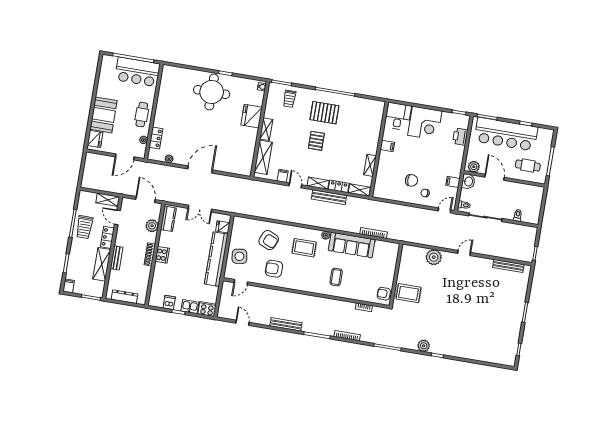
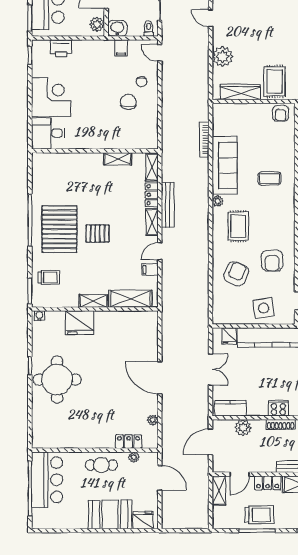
pallet: (324, 113) -> (59, 229), width x1.37, depth x1.41
filing cabinet: (387, 146) -> (89, 141), removed
wardrobe: (405, 266) -> (240, 92), added

